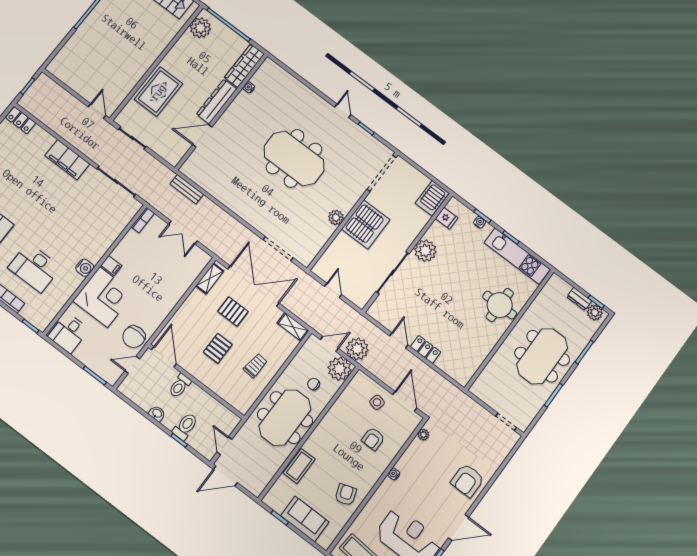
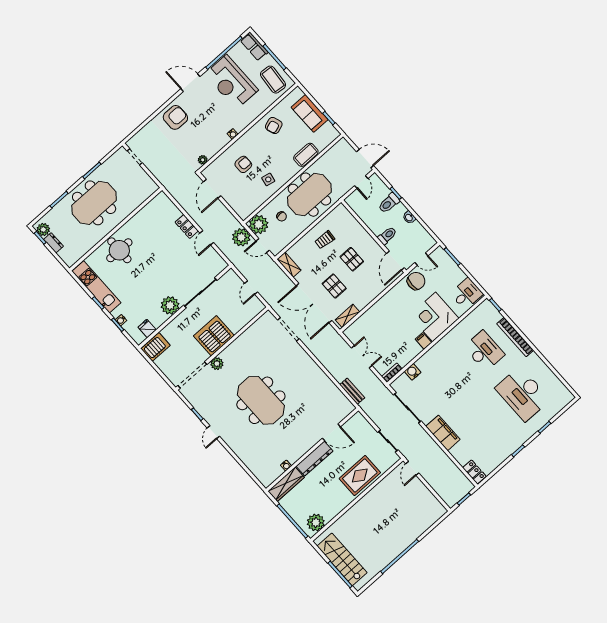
plant: (336, 217) -> (217, 364), moved
water cooler: (85, 268) -> (413, 372), moved
pallet: (218, 348) -> (352, 259), turned 90
side table: (377, 402) -> (268, 179), moved

